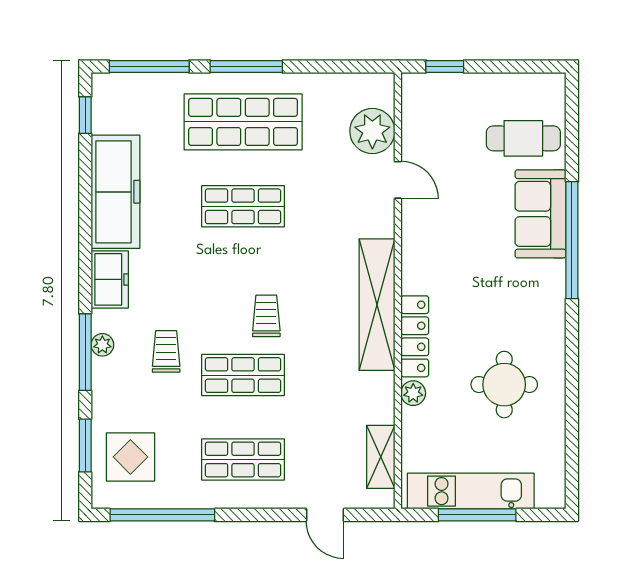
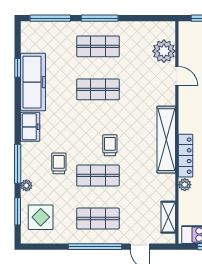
window: (85, 115) -> (18, 68), moved
shop shelf: (243, 122) -> (98, 46), width x0.70, depth x0.74
plant: (102, 345) -> (26, 185), moved
window: (162, 515) -> (95, 247), moved

